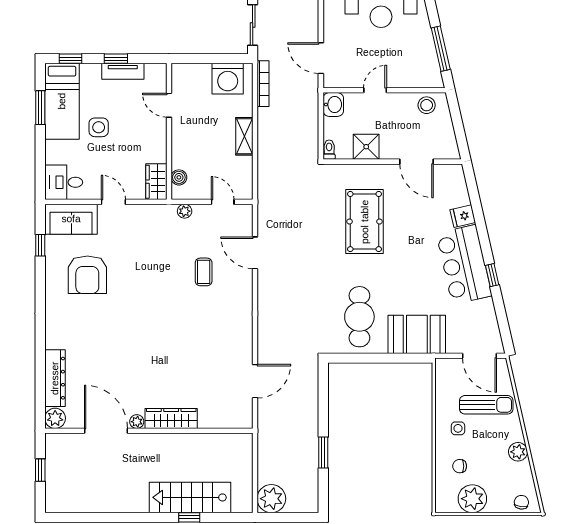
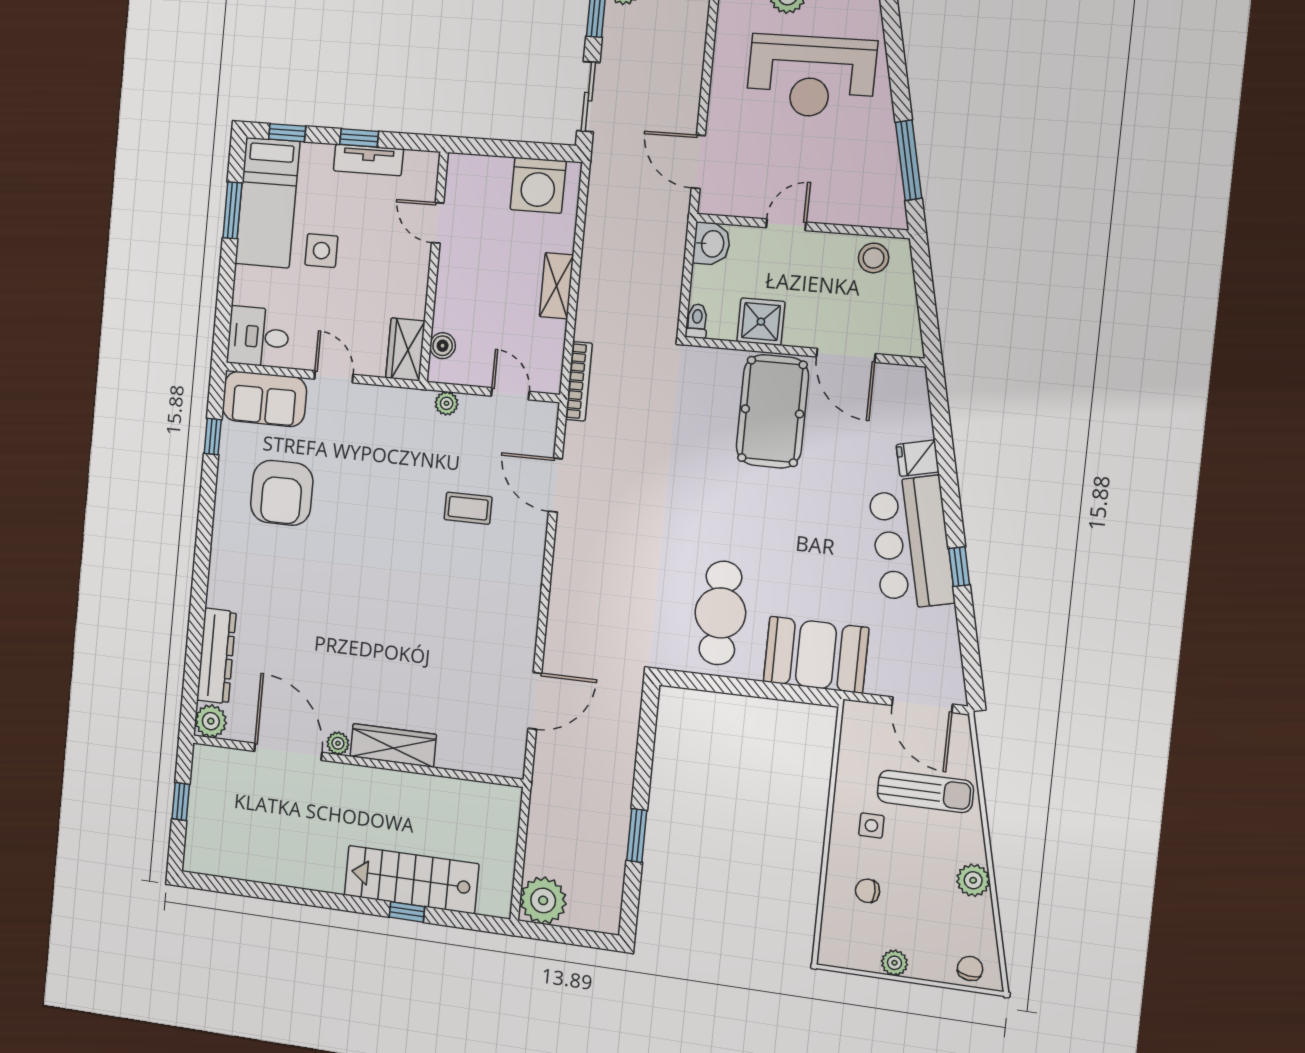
bookcase: (263, 84) -> (579, 381), moved
pool table: (365, 222) -> (772, 411), moved
coffee table: (204, 272) -> (468, 508), turned 90
plant: (472, 499) -> (894, 963), width x0.53, depth x0.53

